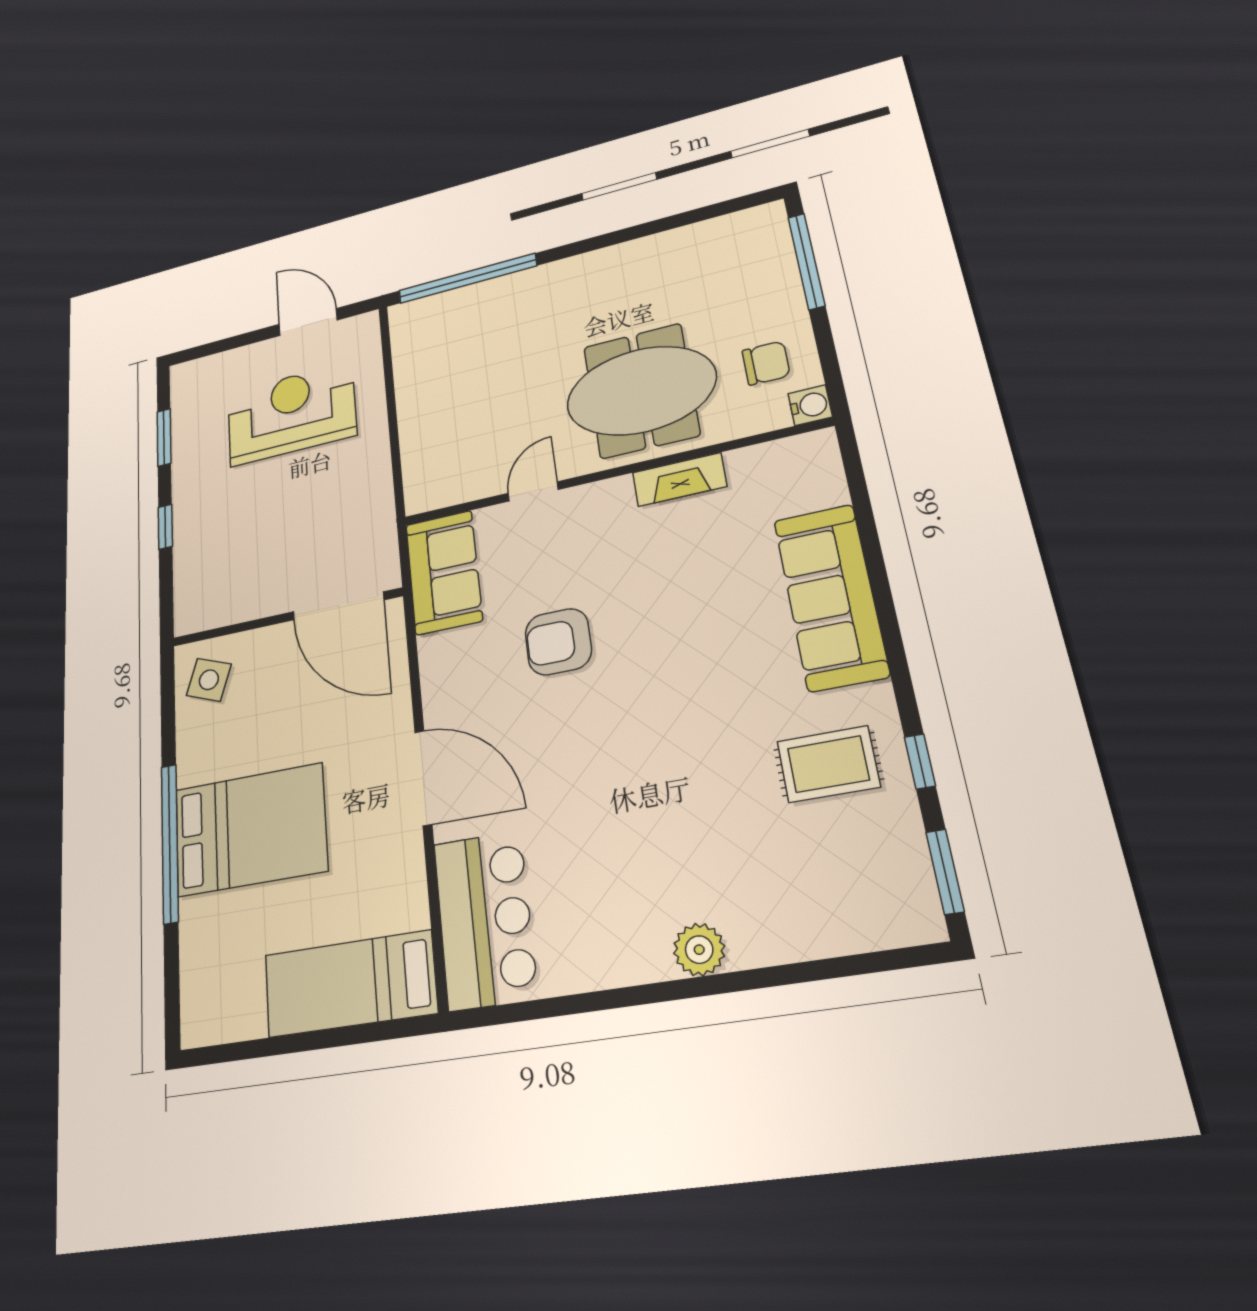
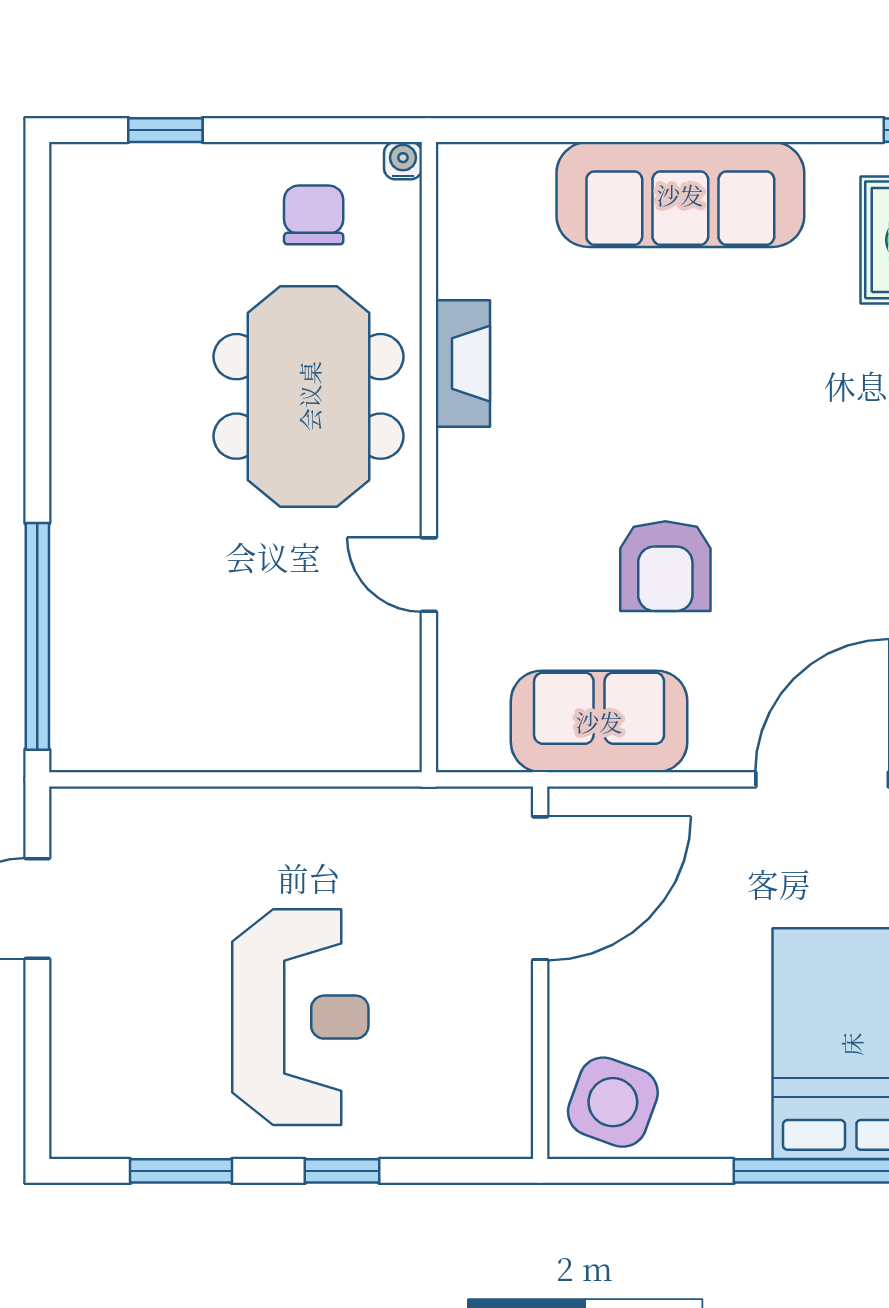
window: (806, 261) -> (165, 130), width x0.46
water cooler: (810, 405) -> (403, 161), width x0.72, depth x0.72
reception desk: (291, 414) -> (300, 1017), moved, turned 180
sofa: (444, 572) -> (599, 721), moved
side table: (209, 680) -> (613, 1102), width x1.37, depth x1.37

